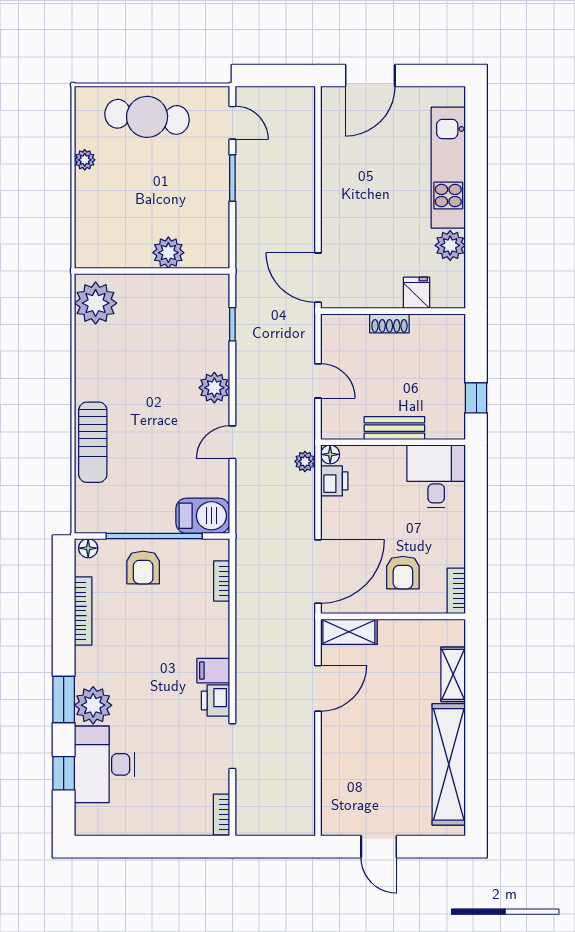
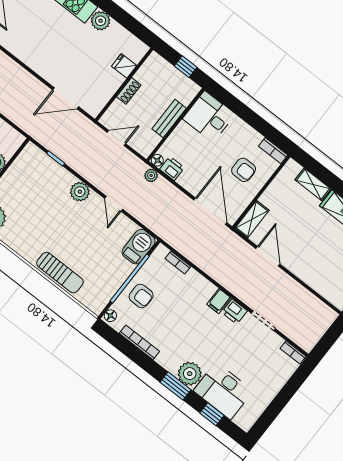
fridge: (416, 293) -> (124, 66), moved
wall: (393, 311) -> (124, 84), moved
shoe rack: (389, 323) -> (129, 91), moved

